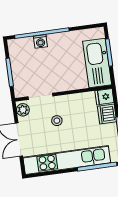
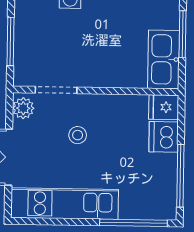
kitchen sink: (97, 63) -> (164, 59), width x0.73, depth x0.81
kitchen unit: (67, 160) -> (65, 204), width x0.73

